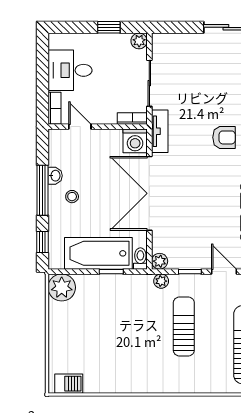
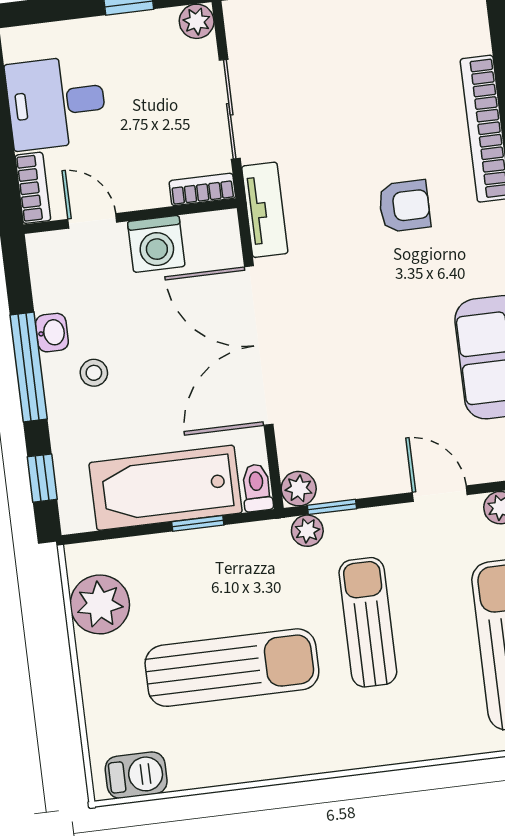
washing machine: (135, 141) -> (156, 244), moved
window: (190, 272) -> (332, 507), moved
plant: (62, 287) -> (100, 604), moved
sun lounger: (119, 340) -> (232, 668), added

